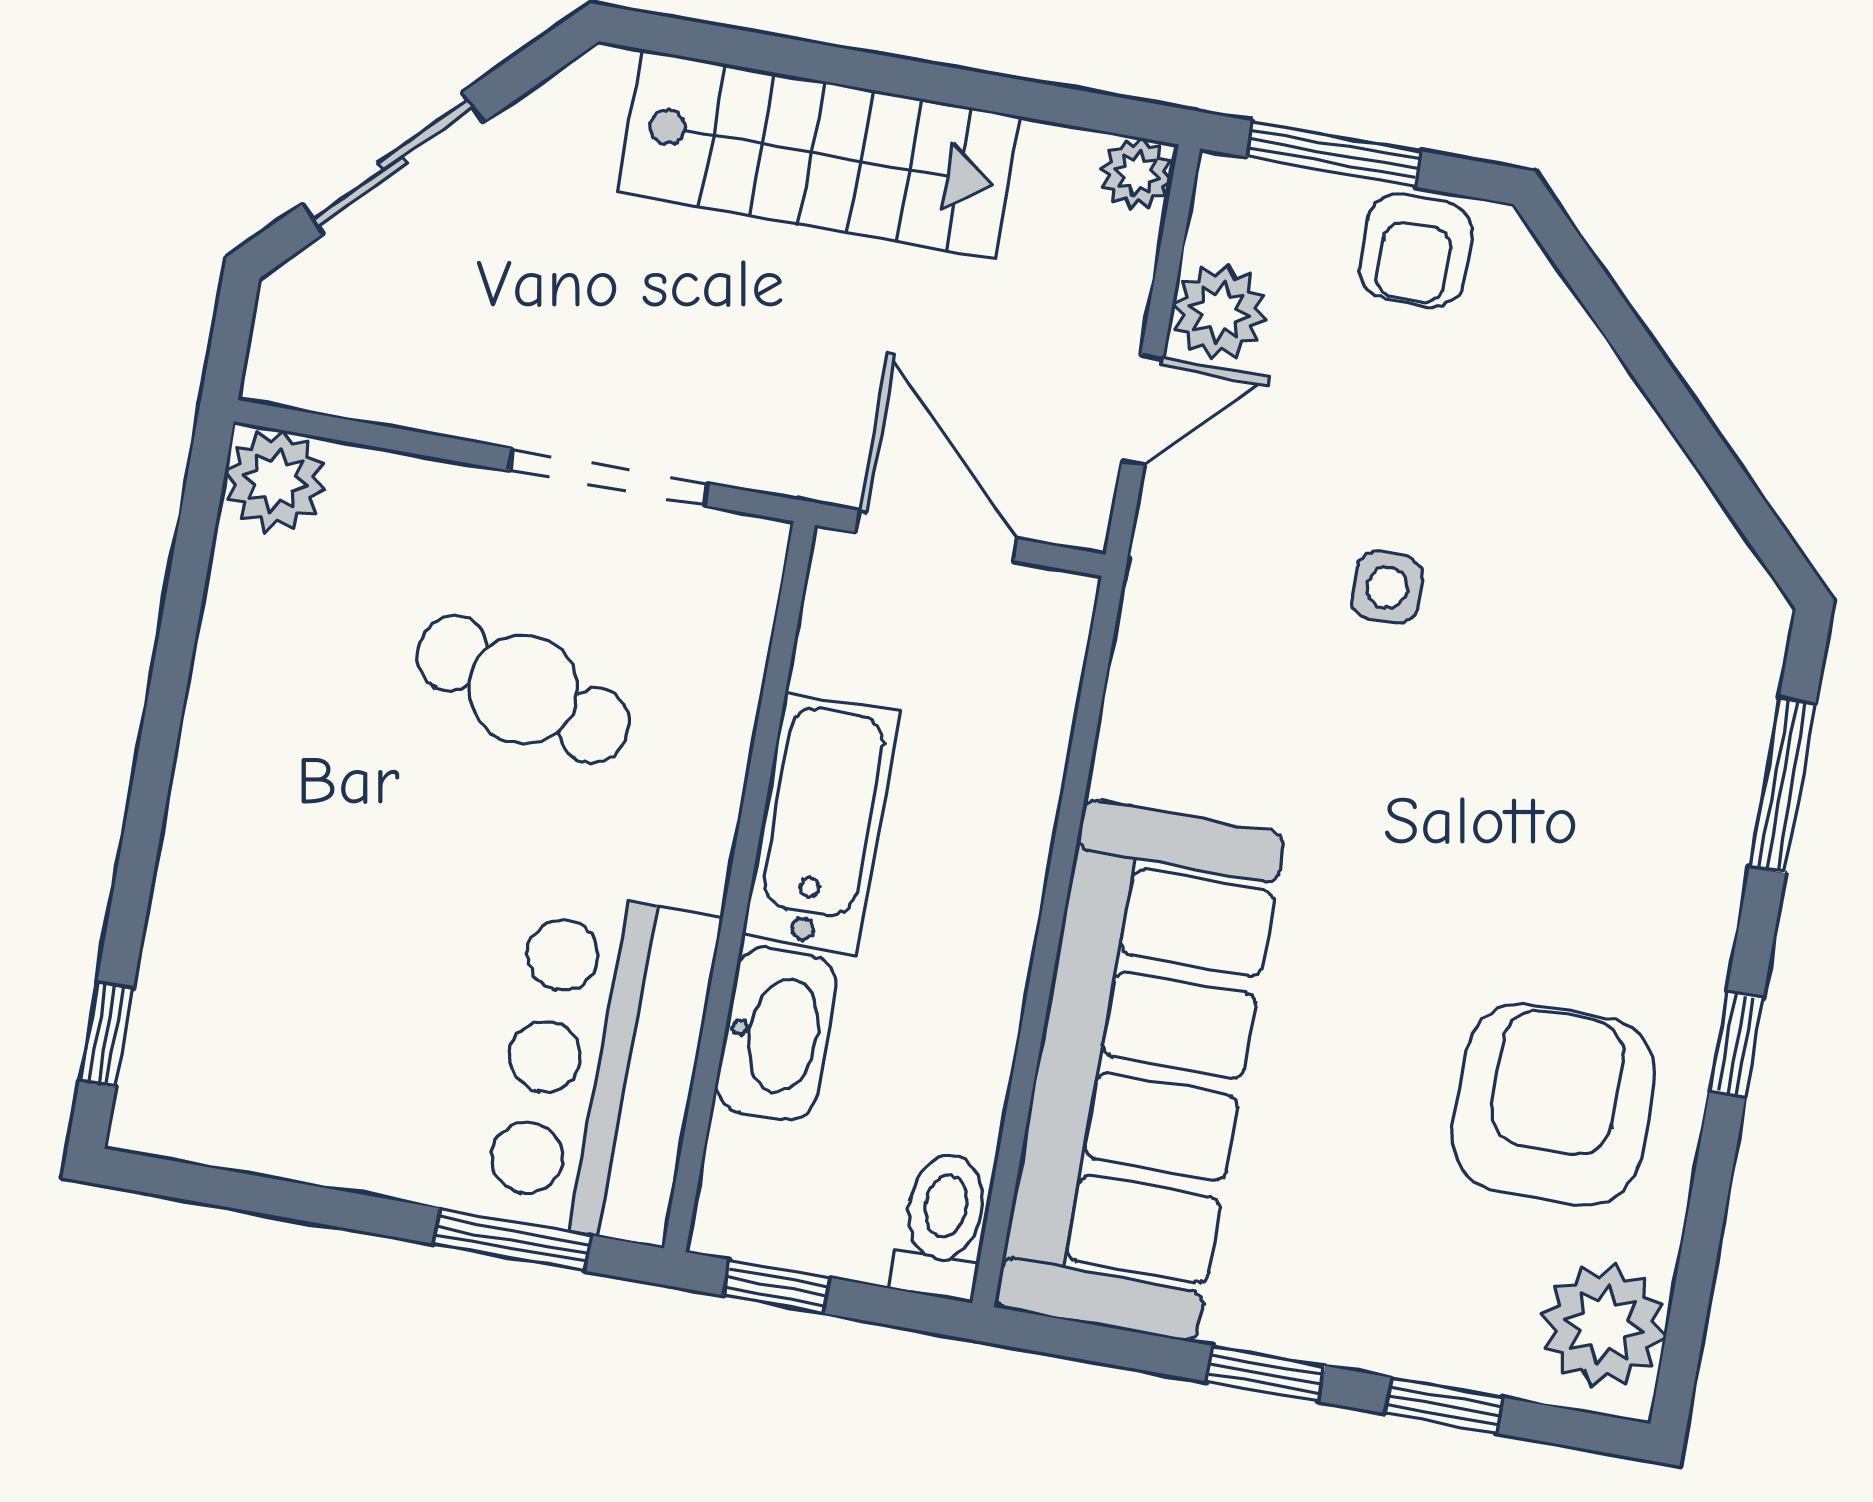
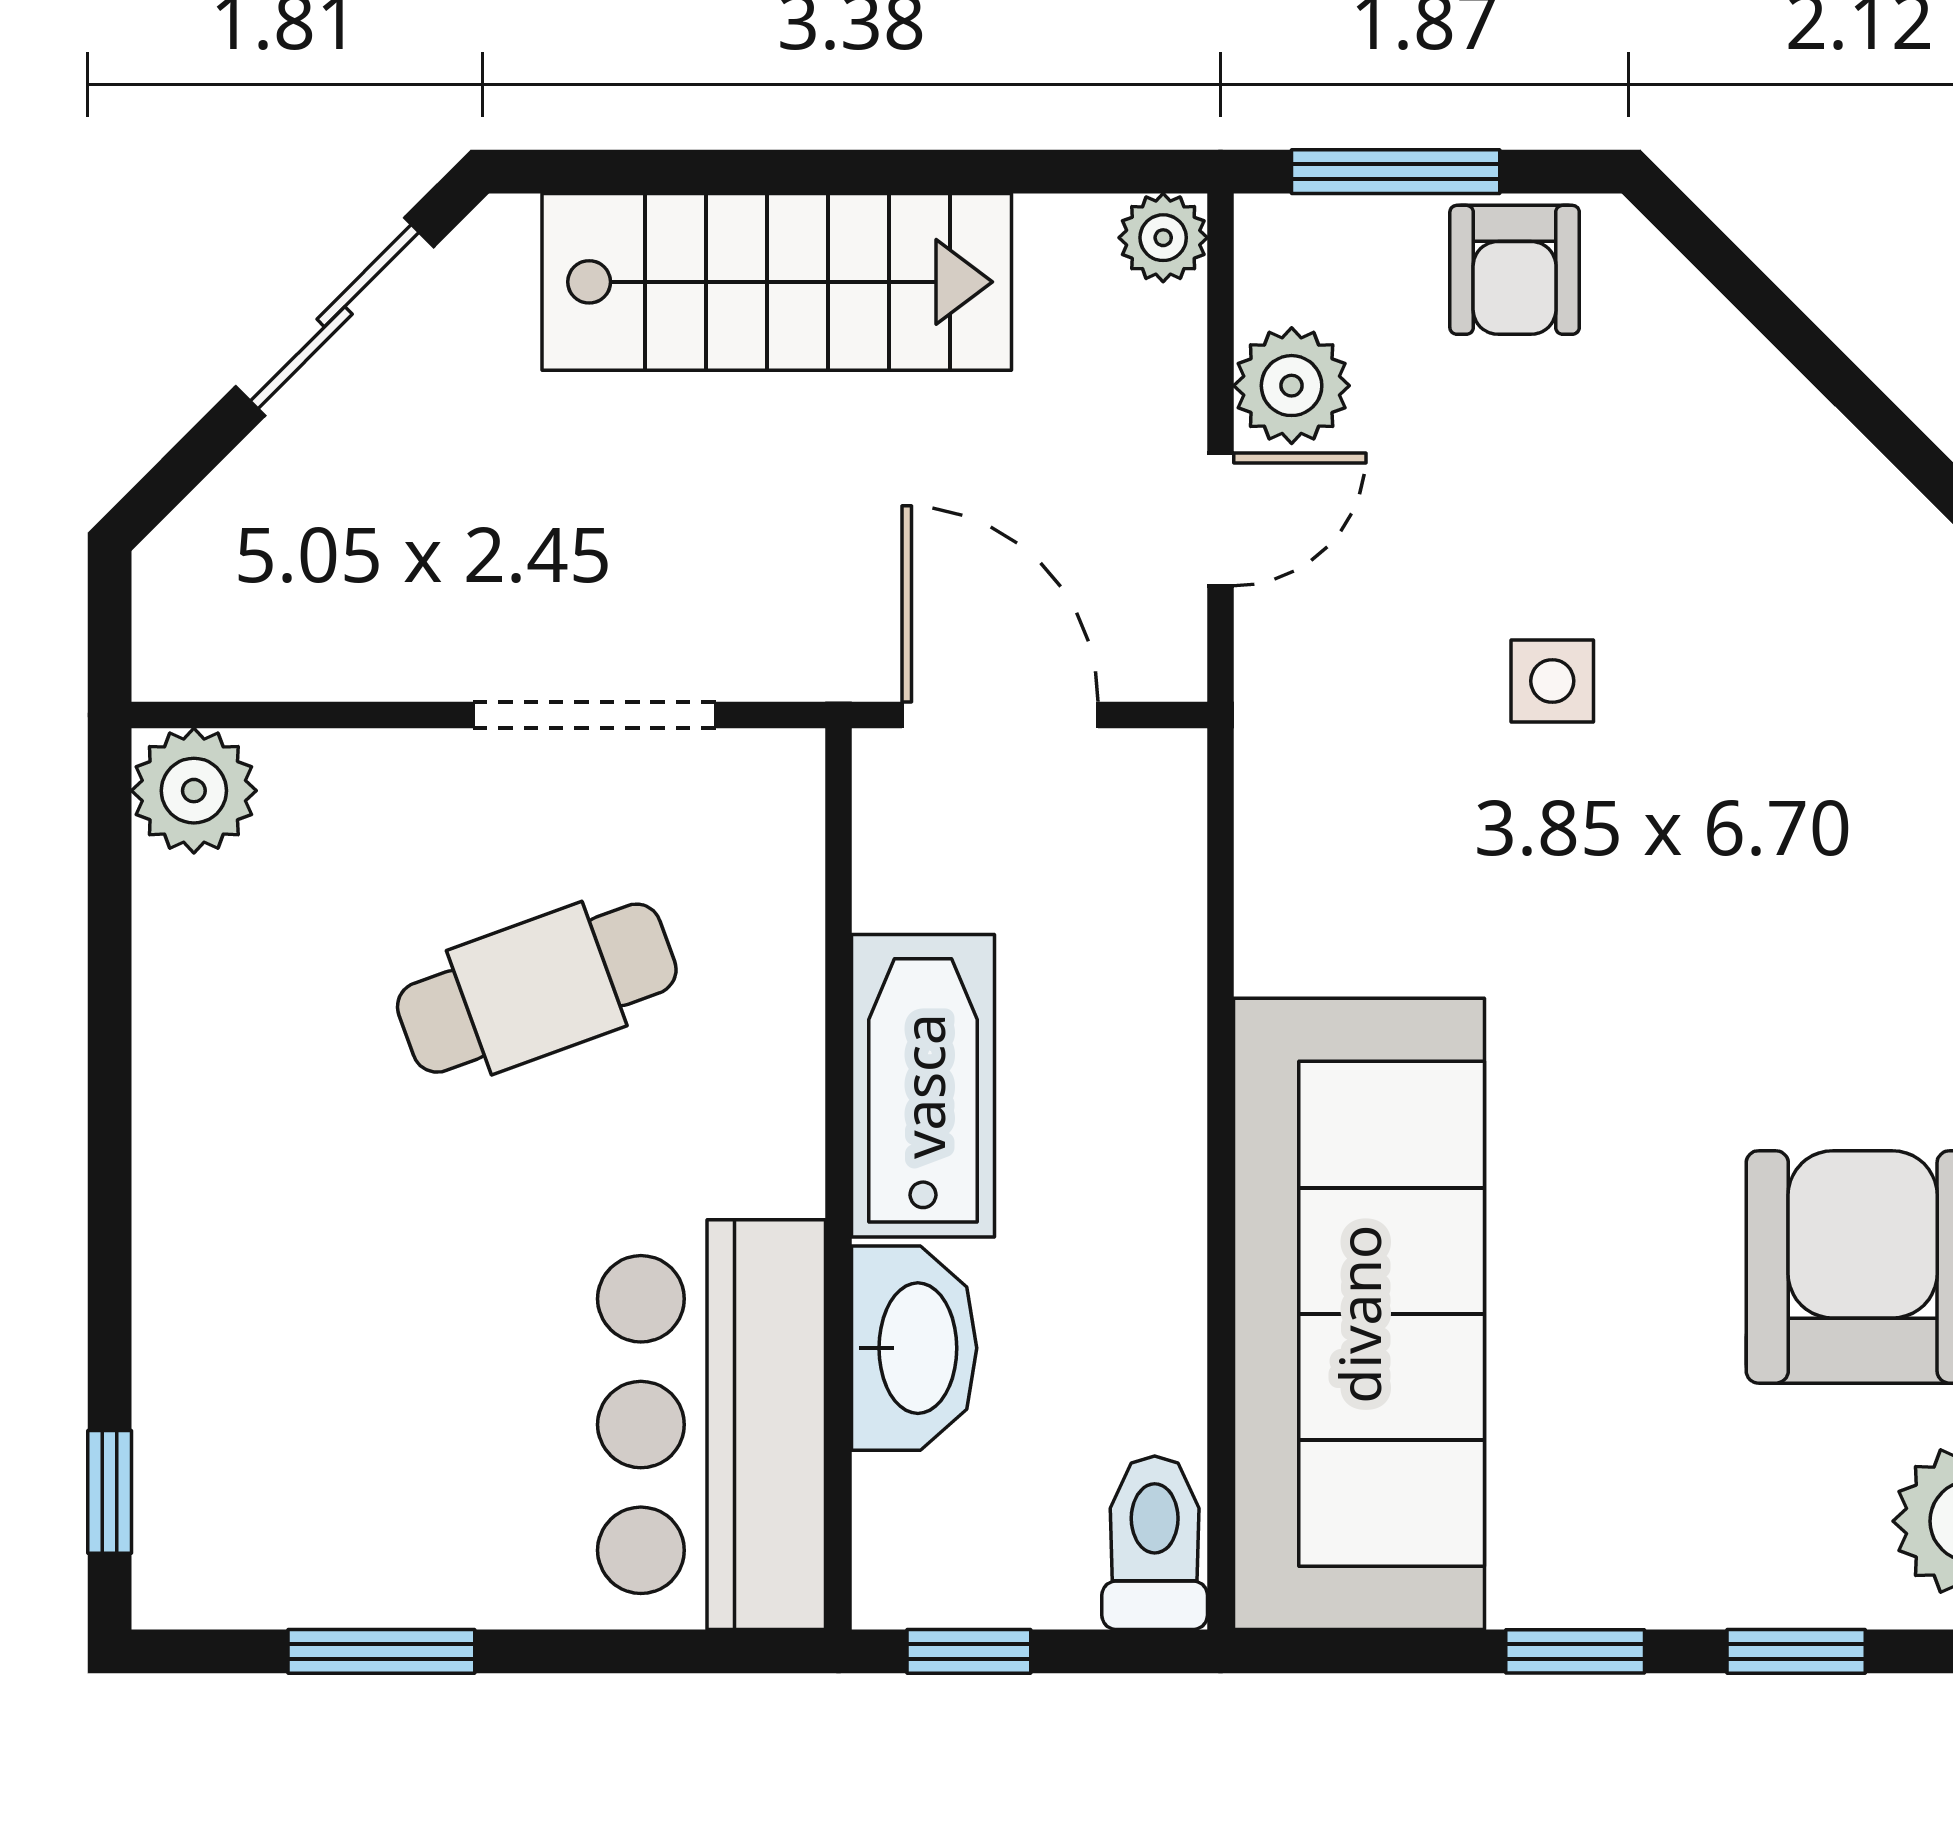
sliding door: (393, 163) -> (335, 317), moved
cafe table: (523, 689) -> (537, 988), turned -37
window: (512, 1239) -> (381, 1651), moved

